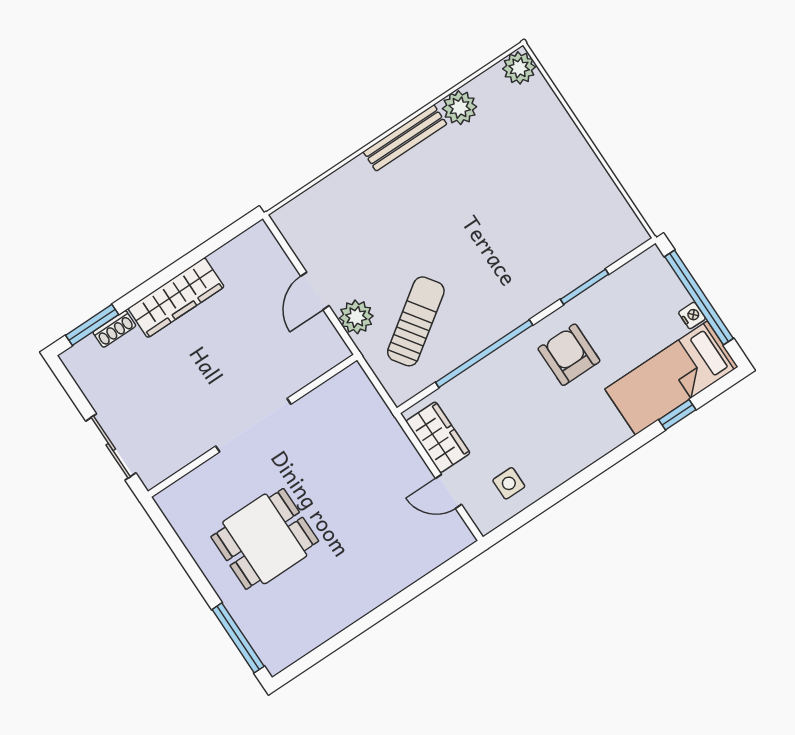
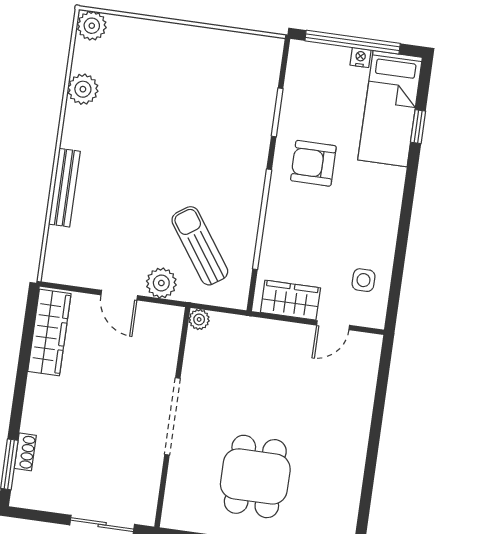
bench: (405, 138) -> (64, 188), moved
wardrobe: (176, 298) -> (49, 332), moved
plant: (354, 376) -> (199, 319), added

